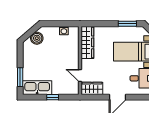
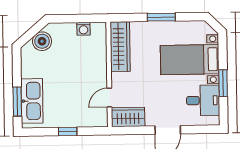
window: (127, 24) -> (161, 17), moved
door: (80, 76) -> (109, 98), hinge flipped
kitchen sink: (37, 88) -> (32, 101), moved, turned 90

